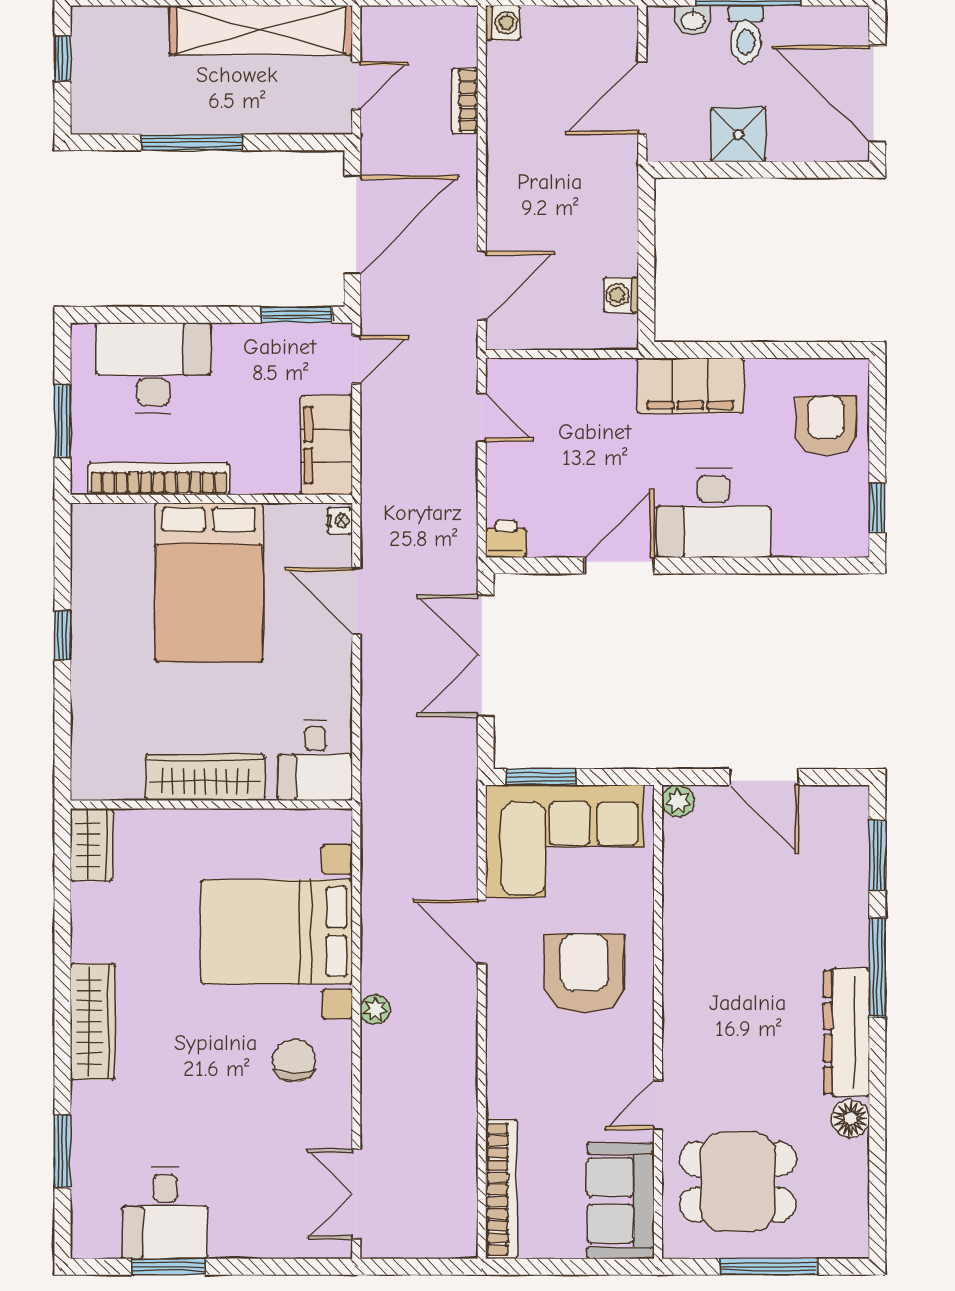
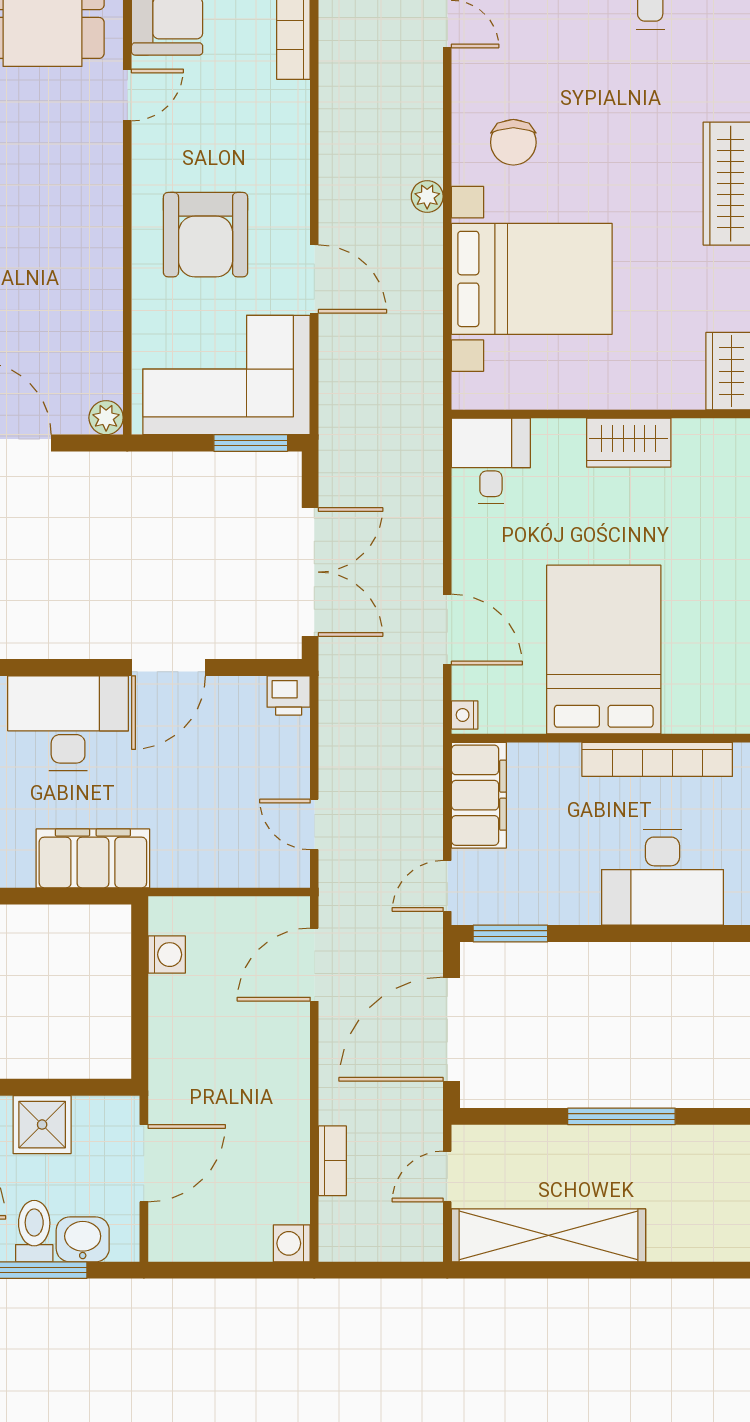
washbasin: (693, 20) -> (83, 1239), width x1.38, depth x1.45
wardrobe: (205, 777) -> (629, 443), width x0.67

